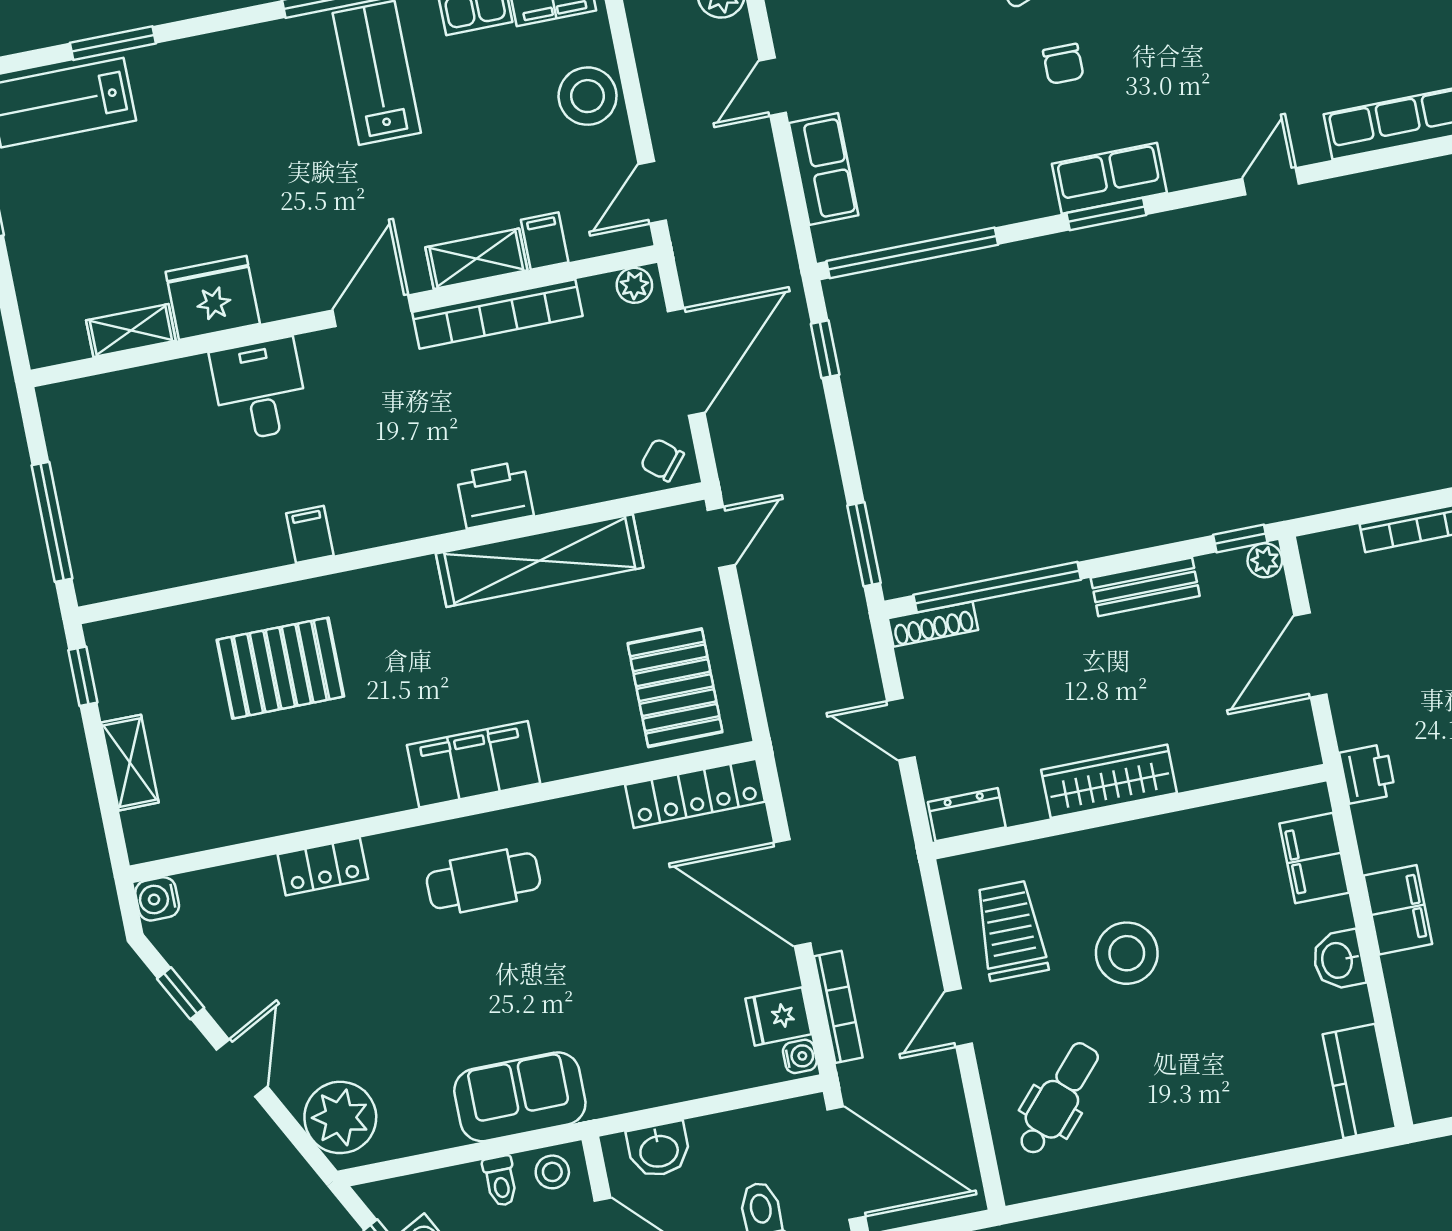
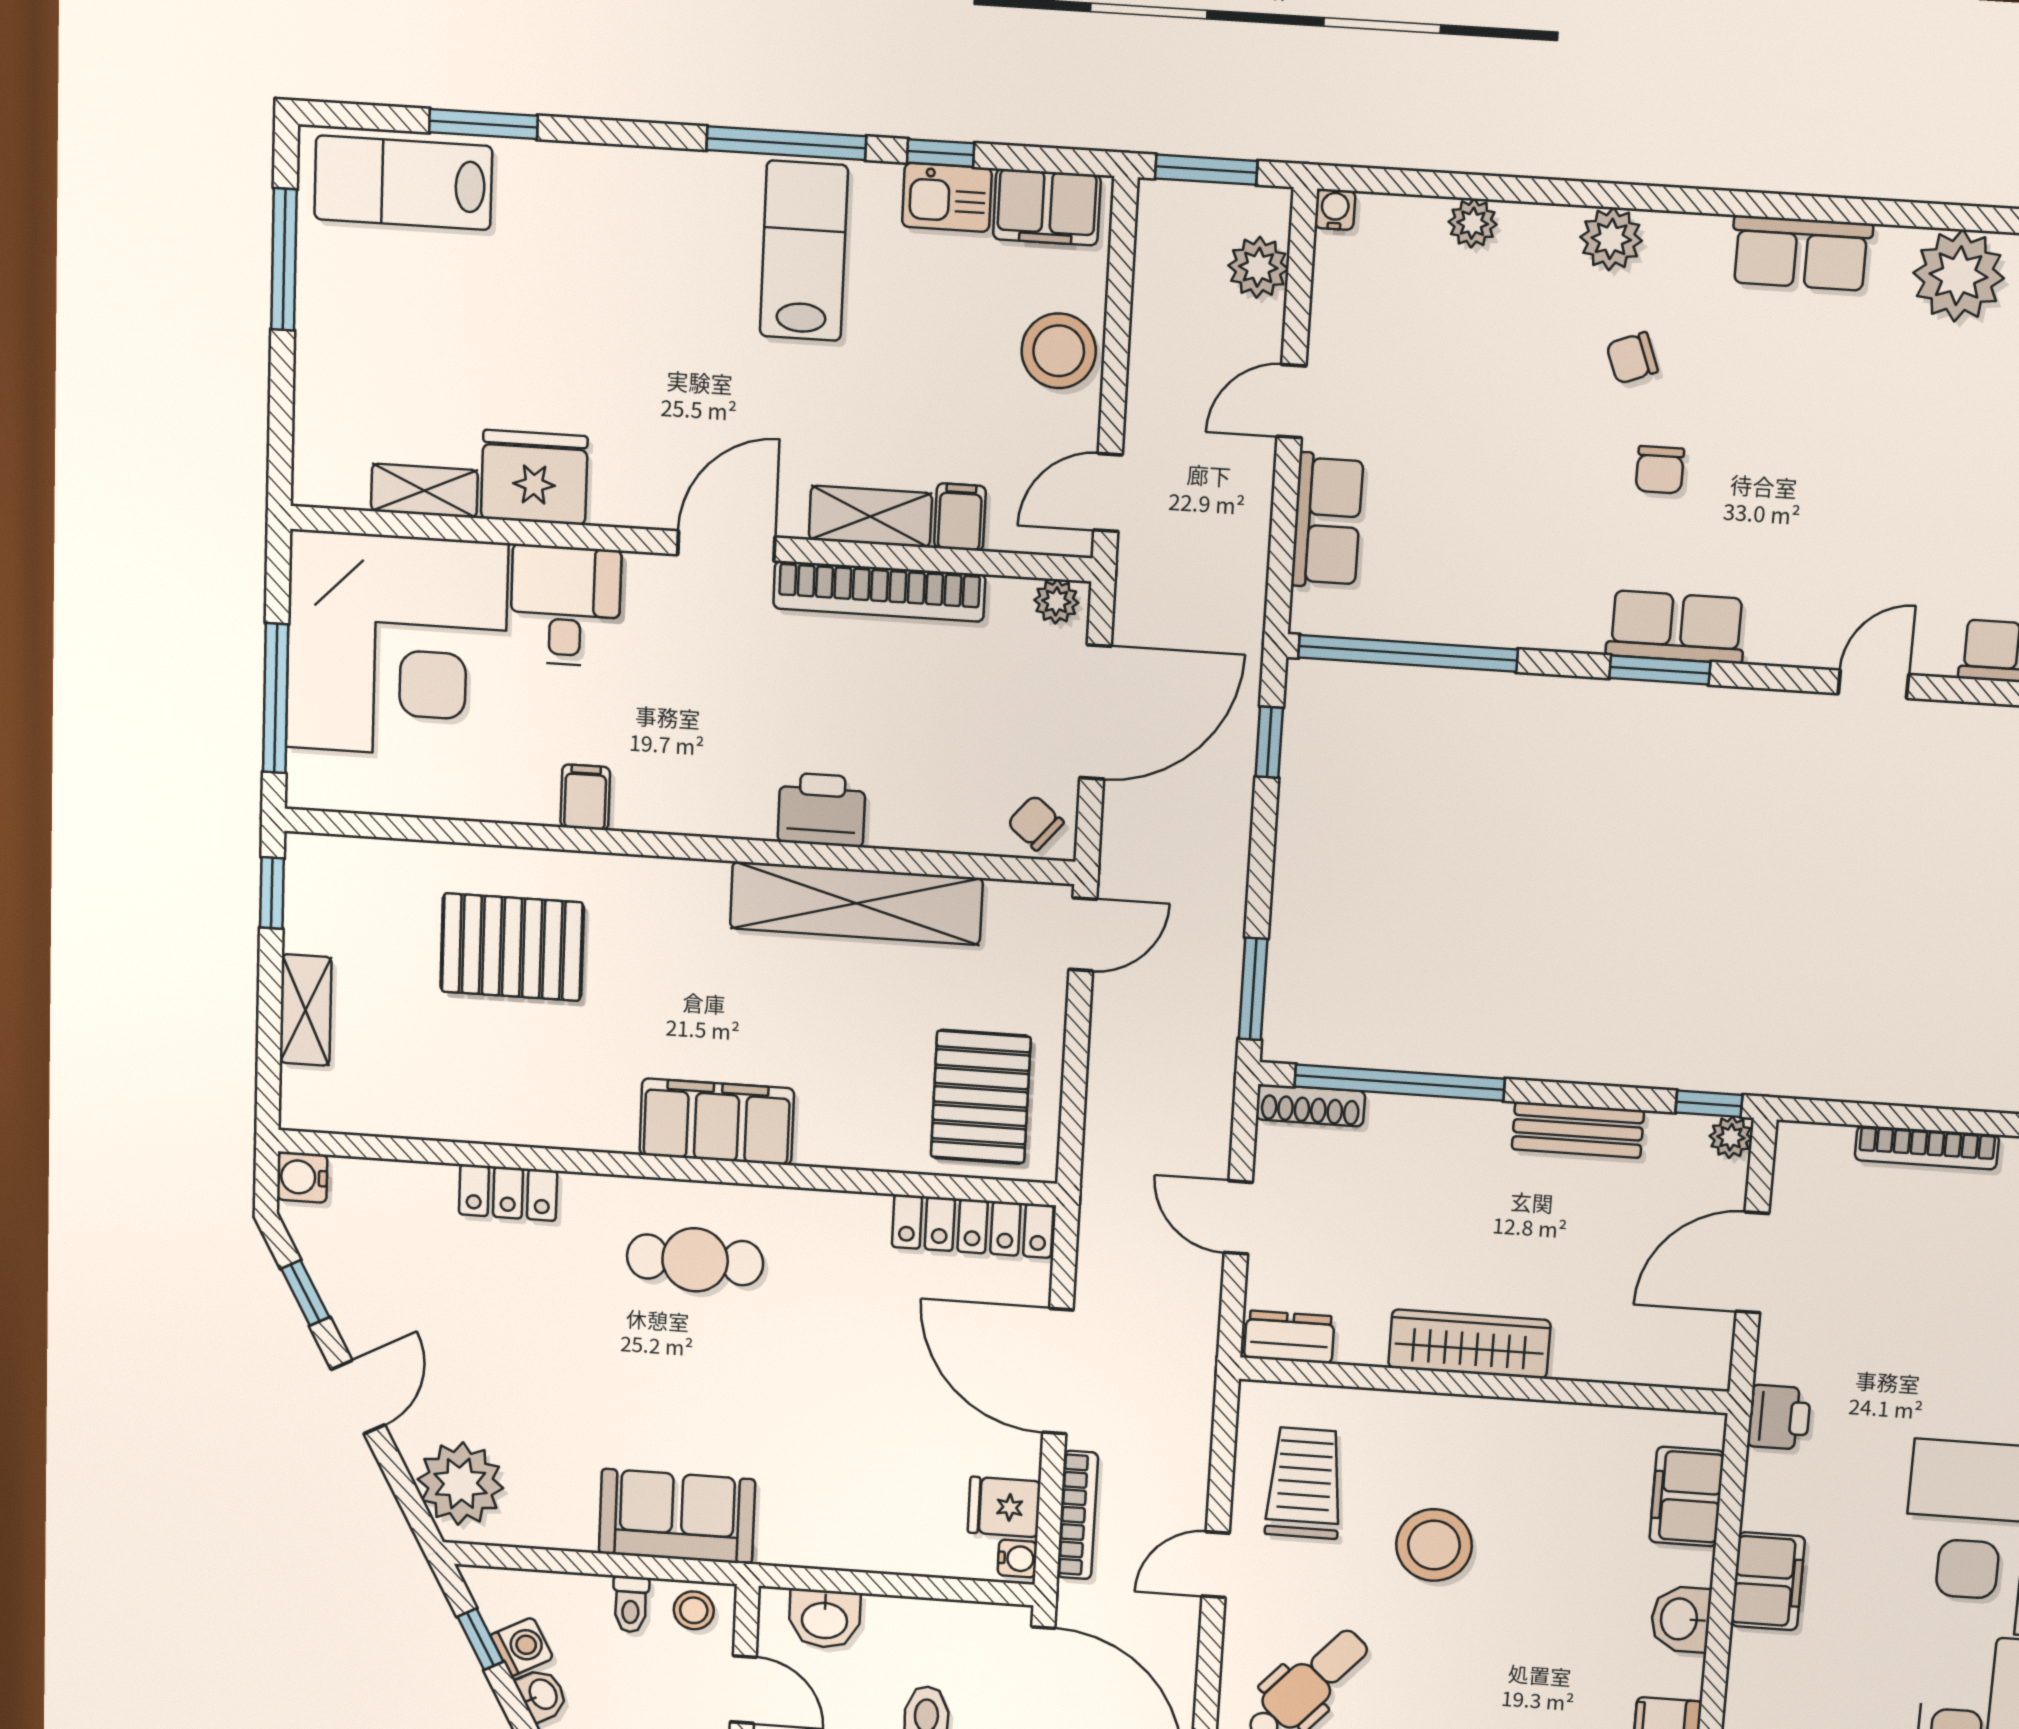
corner desk: (137, 455) -> (397, 645), added

